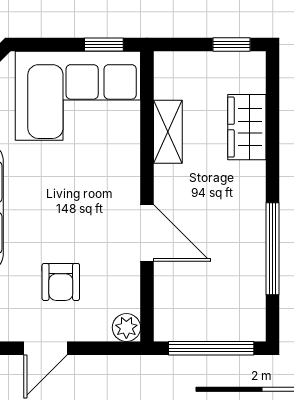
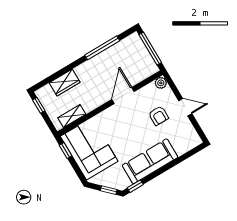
shelving: (168, 132) -> (72, 116), moved
armchair: (61, 282) -> (158, 116), turned 90

